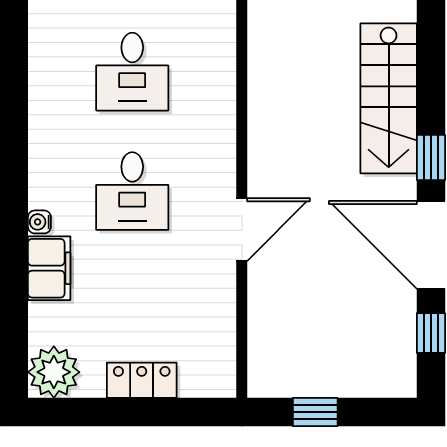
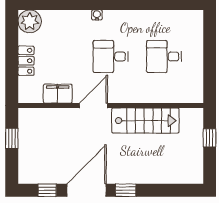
stairs: (389, 98) -> (145, 121), moved, turned 180
door: (242, 230) -> (93, 106), swing flipped
filing cabinet: (49, 268) -> (58, 94), moved, turned 180

